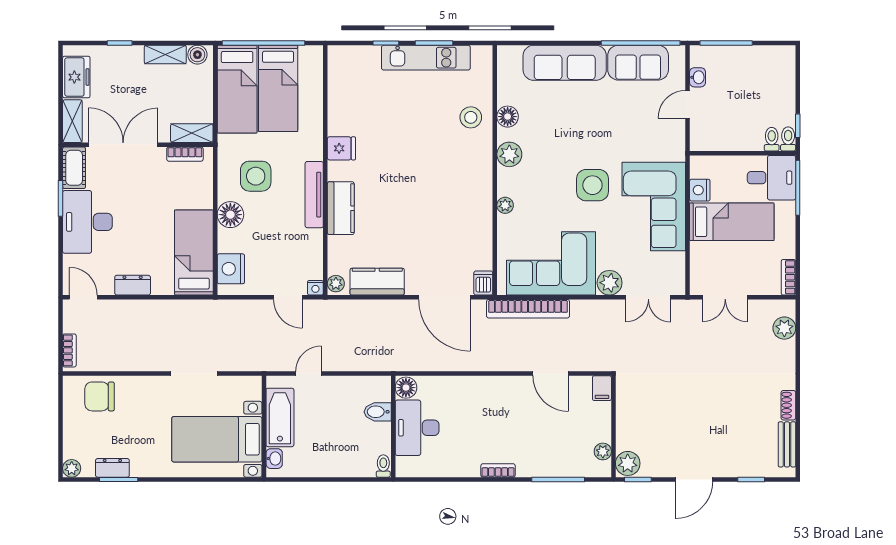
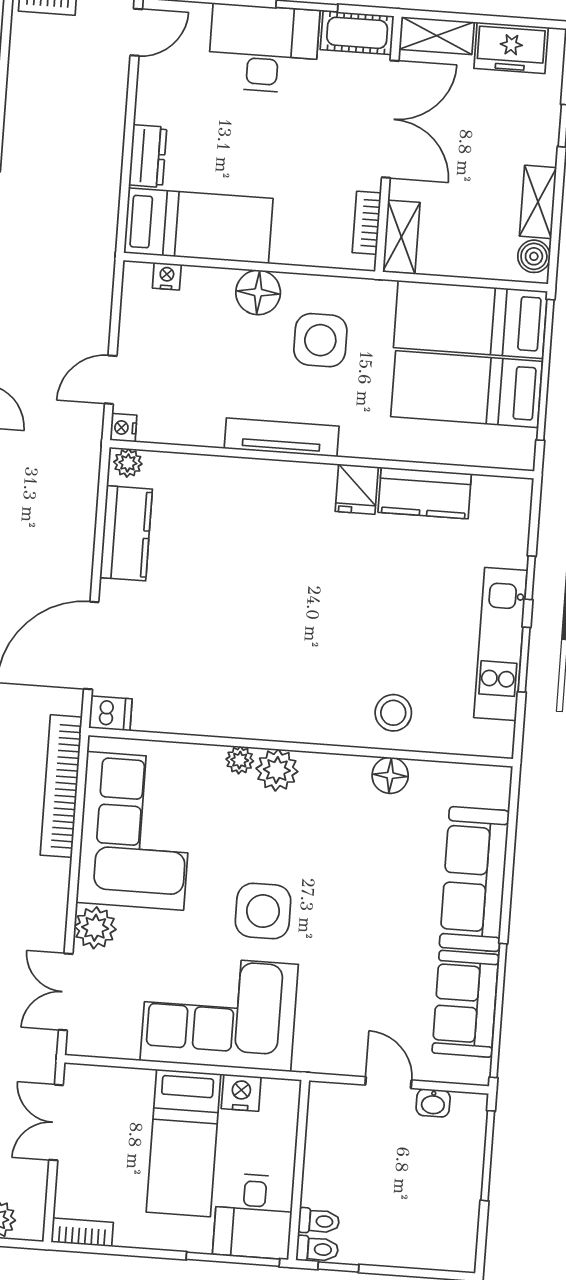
plant: (509, 154) -> (277, 770), moved
kitchen counter: (341, 208) -> (425, 493), moved
nightstand: (231, 269) -> (167, 276), width x0.53, depth x0.56
dresser: (133, 285) -> (148, 156), moved

